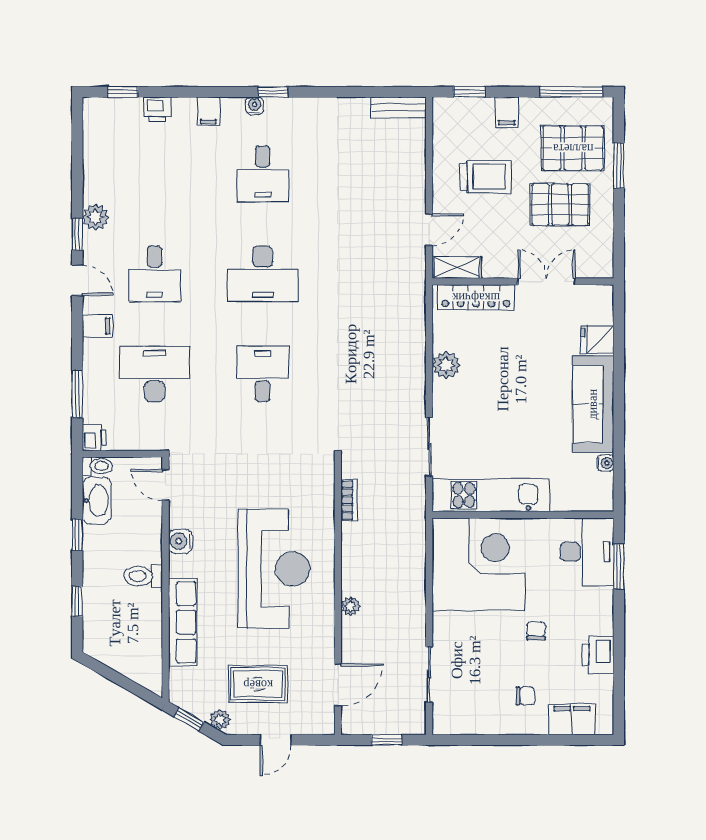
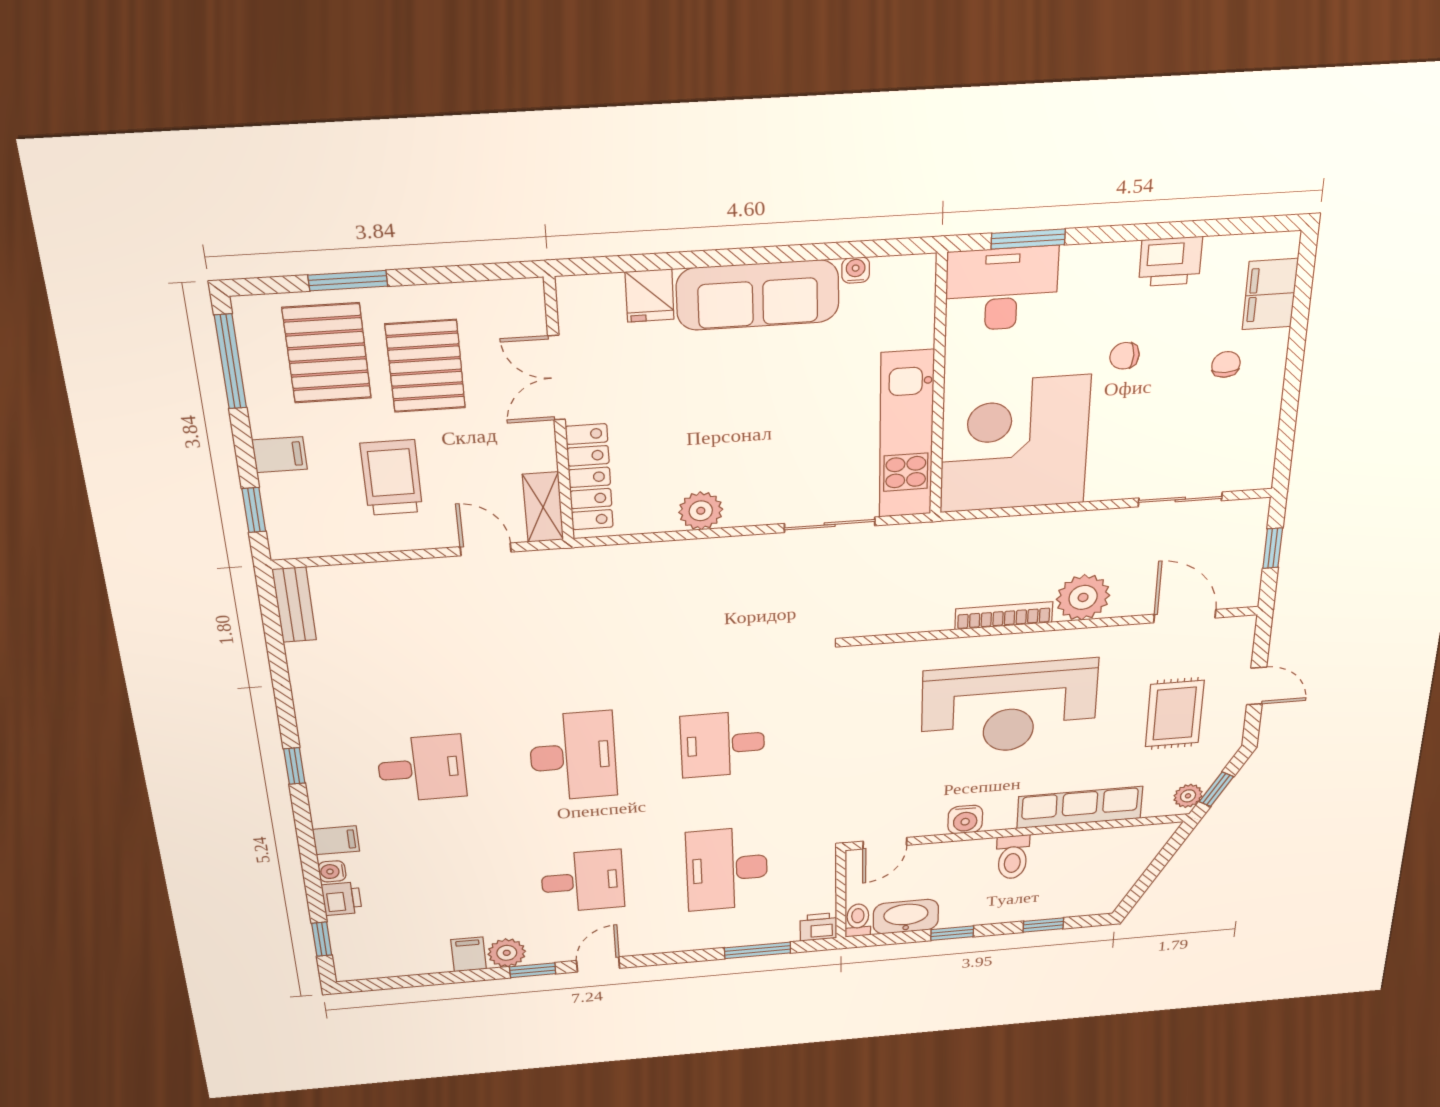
water cooler: (255, 106) -> (332, 871), moved
filing cabinet: (97, 326) -> (469, 954), moved
bookcase: (349, 500) -> (1004, 616), moved, width x1.56
reception desk: (274, 569) -> (1009, 708), turned 180
plant: (351, 606) -> (1083, 597), width x1.88, depth x1.88
plant: (220, 720) -> (1188, 796), moved

